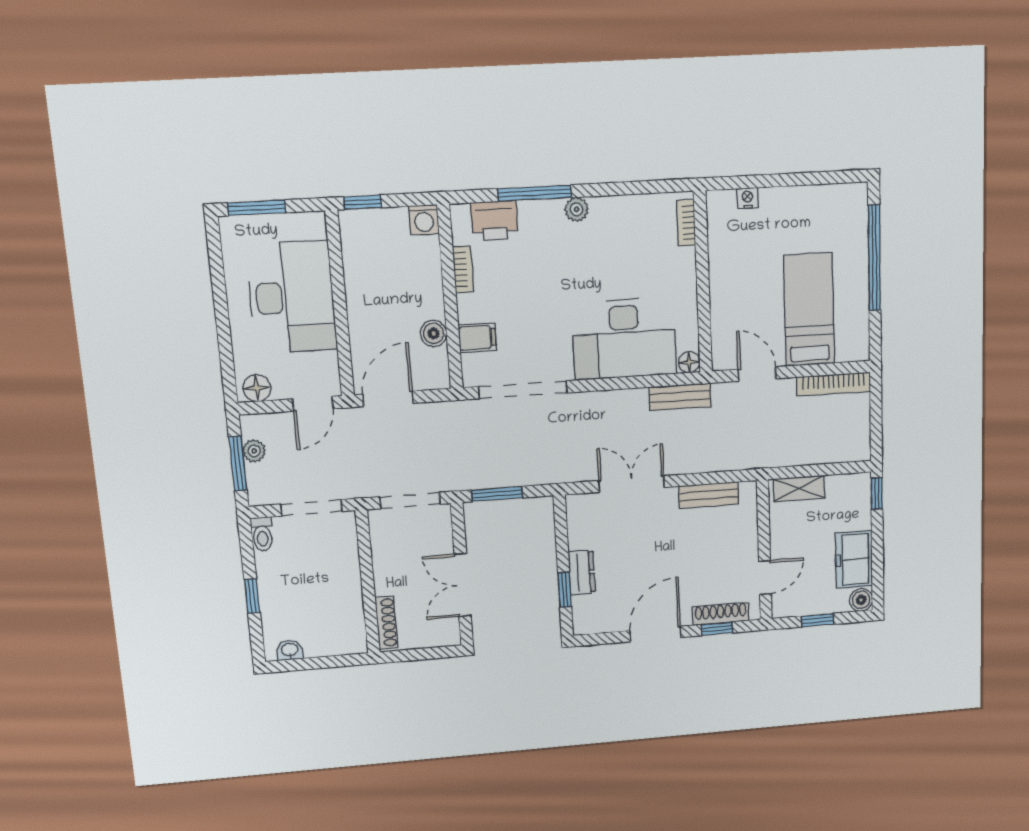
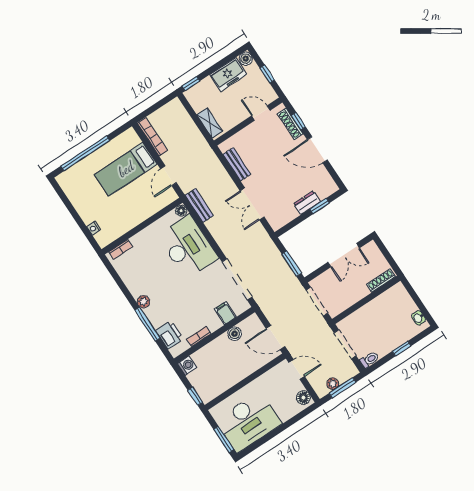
desk: (292, 297) -> (248, 422), moved, turned 180

